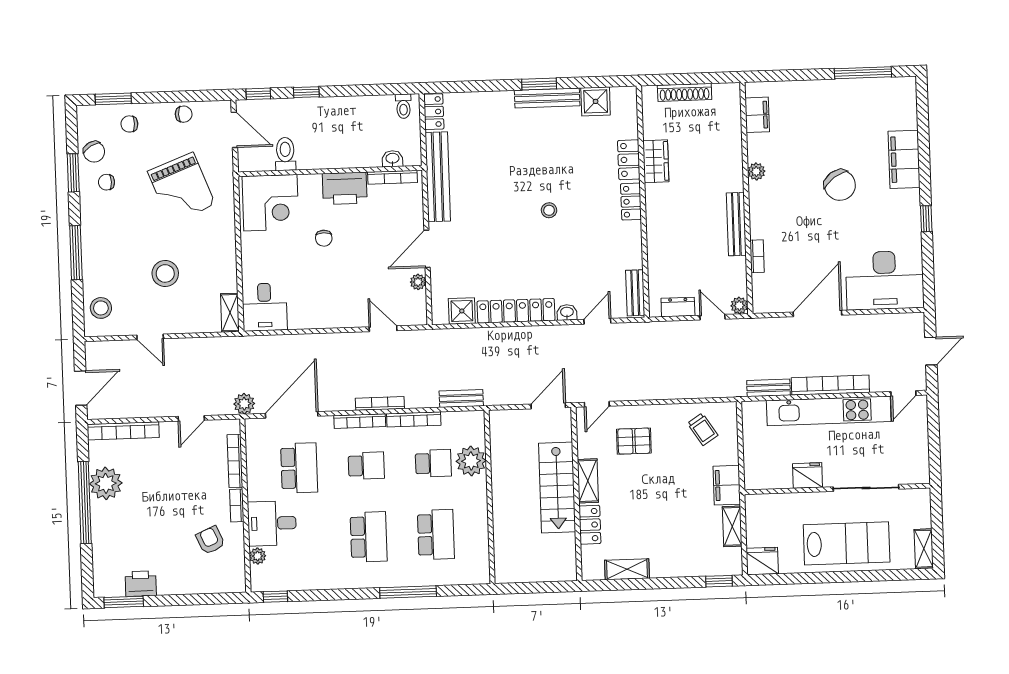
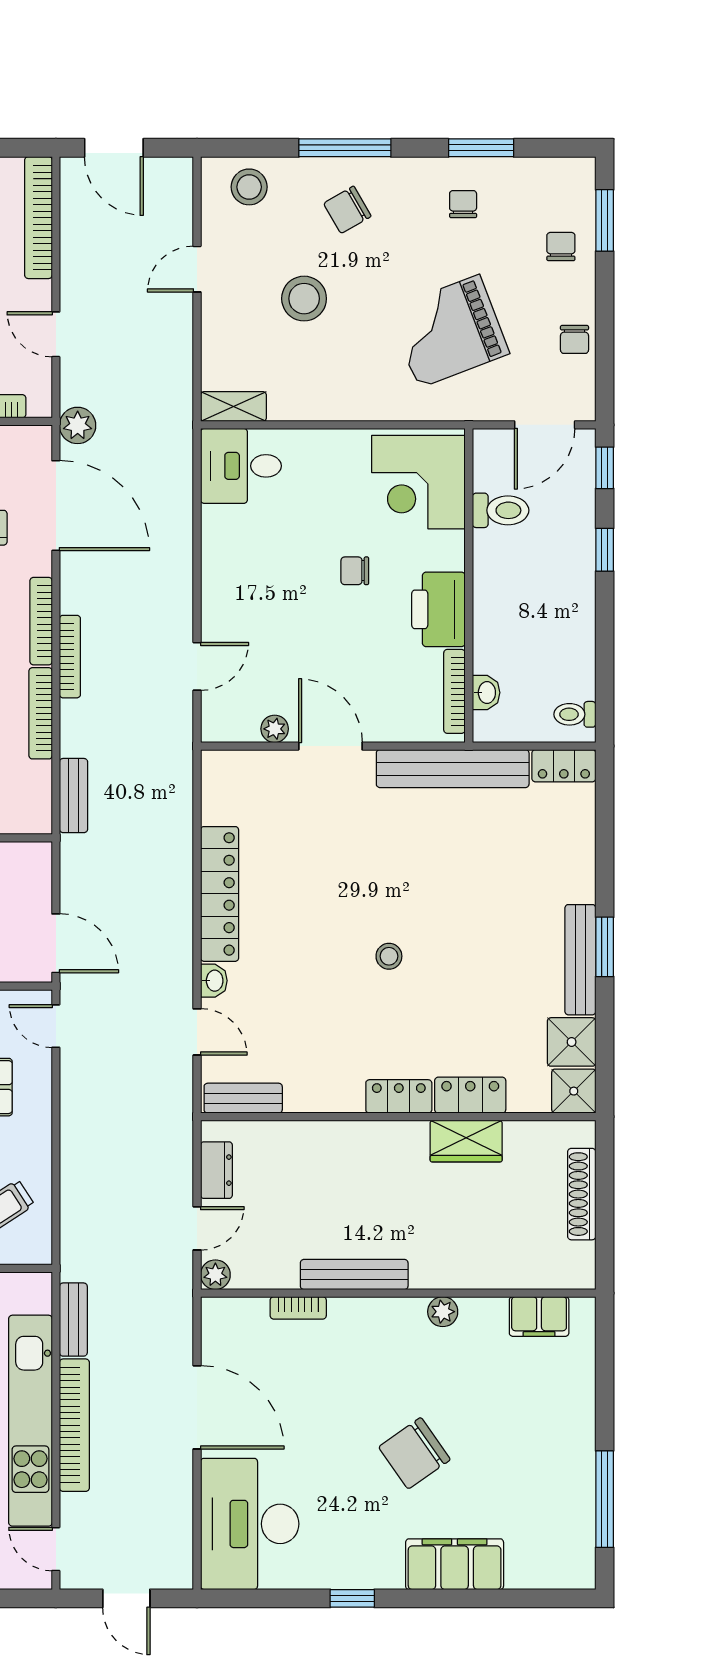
chair: (94, 152) -> (347, 210), moved
shower: (462, 311) -> (574, 1091), moved

